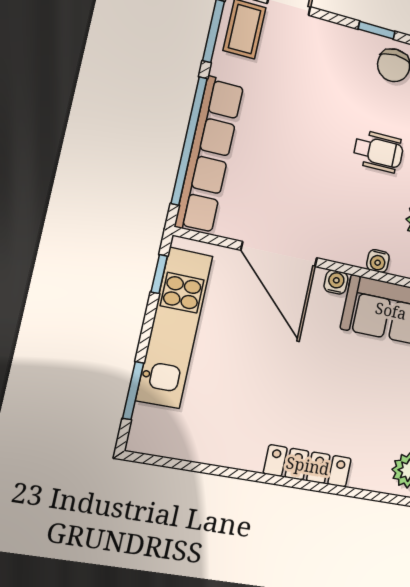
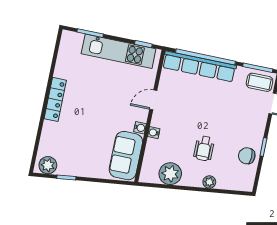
door: (279, 254) -> (153, 100), width x0.53
water cooler: (378, 261) -> (154, 133), moved
locker: (308, 466) -> (55, 99), moved

